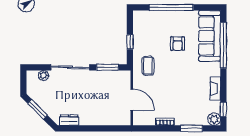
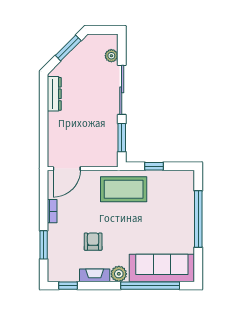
armchair: (178, 44) -> (93, 242), moved, turned 90
coffee table: (148, 66) -> (124, 189), width x1.86, depth x1.72
door: (132, 100) -> (67, 169), moved
plant: (214, 119) -> (119, 274), moved
dresser: (69, 120) -> (54, 94), width x1.44

